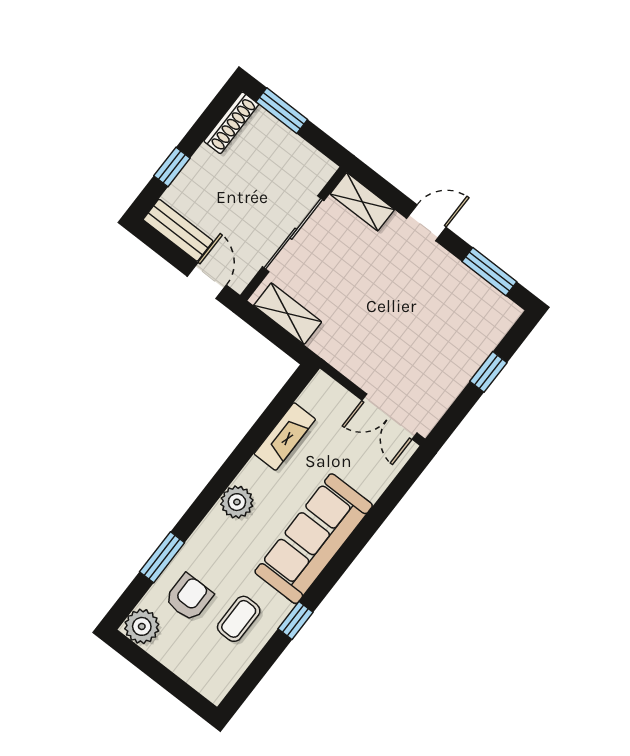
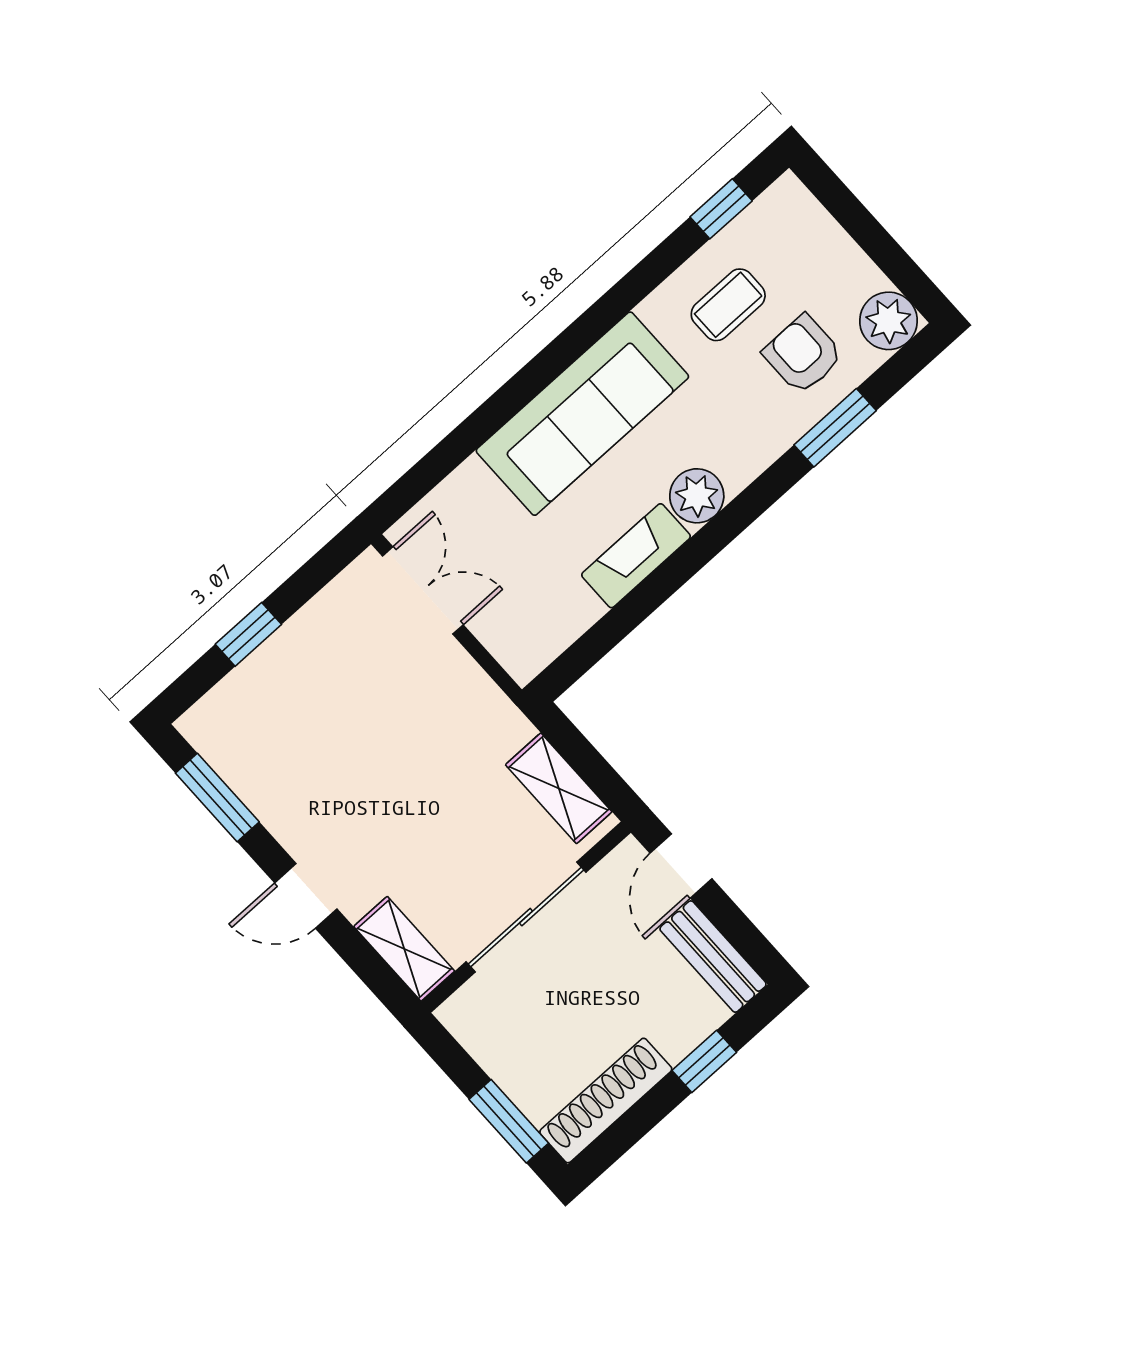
shoe rack: (231, 123) -> (606, 1101), width x1.36, depth x1.24
fireplace: (285, 437) -> (636, 556), moved
armchair: (189, 597) -> (803, 354), turned 90
window: (296, 620) -> (721, 209), moved

